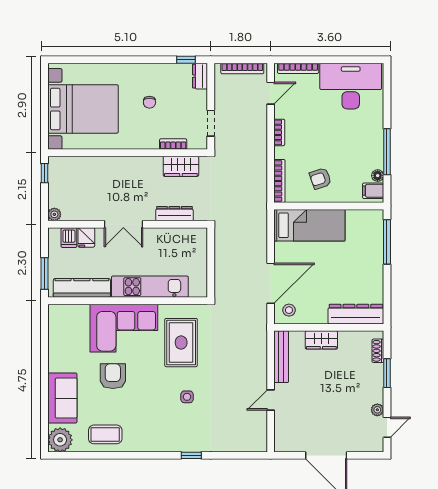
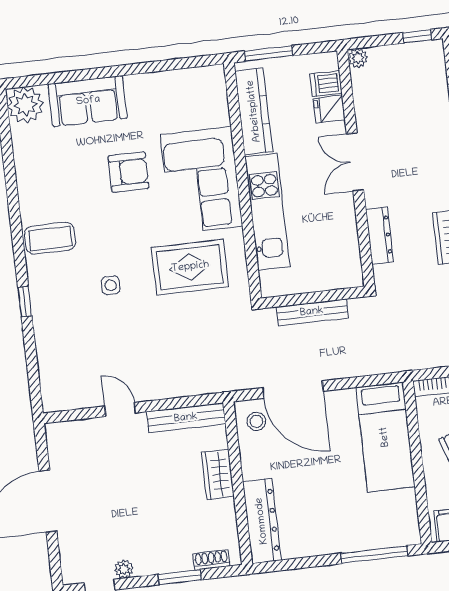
bench: (221, 264) -> (312, 312), added
coffee table: (105, 434) -> (50, 238), moved, turned 90

